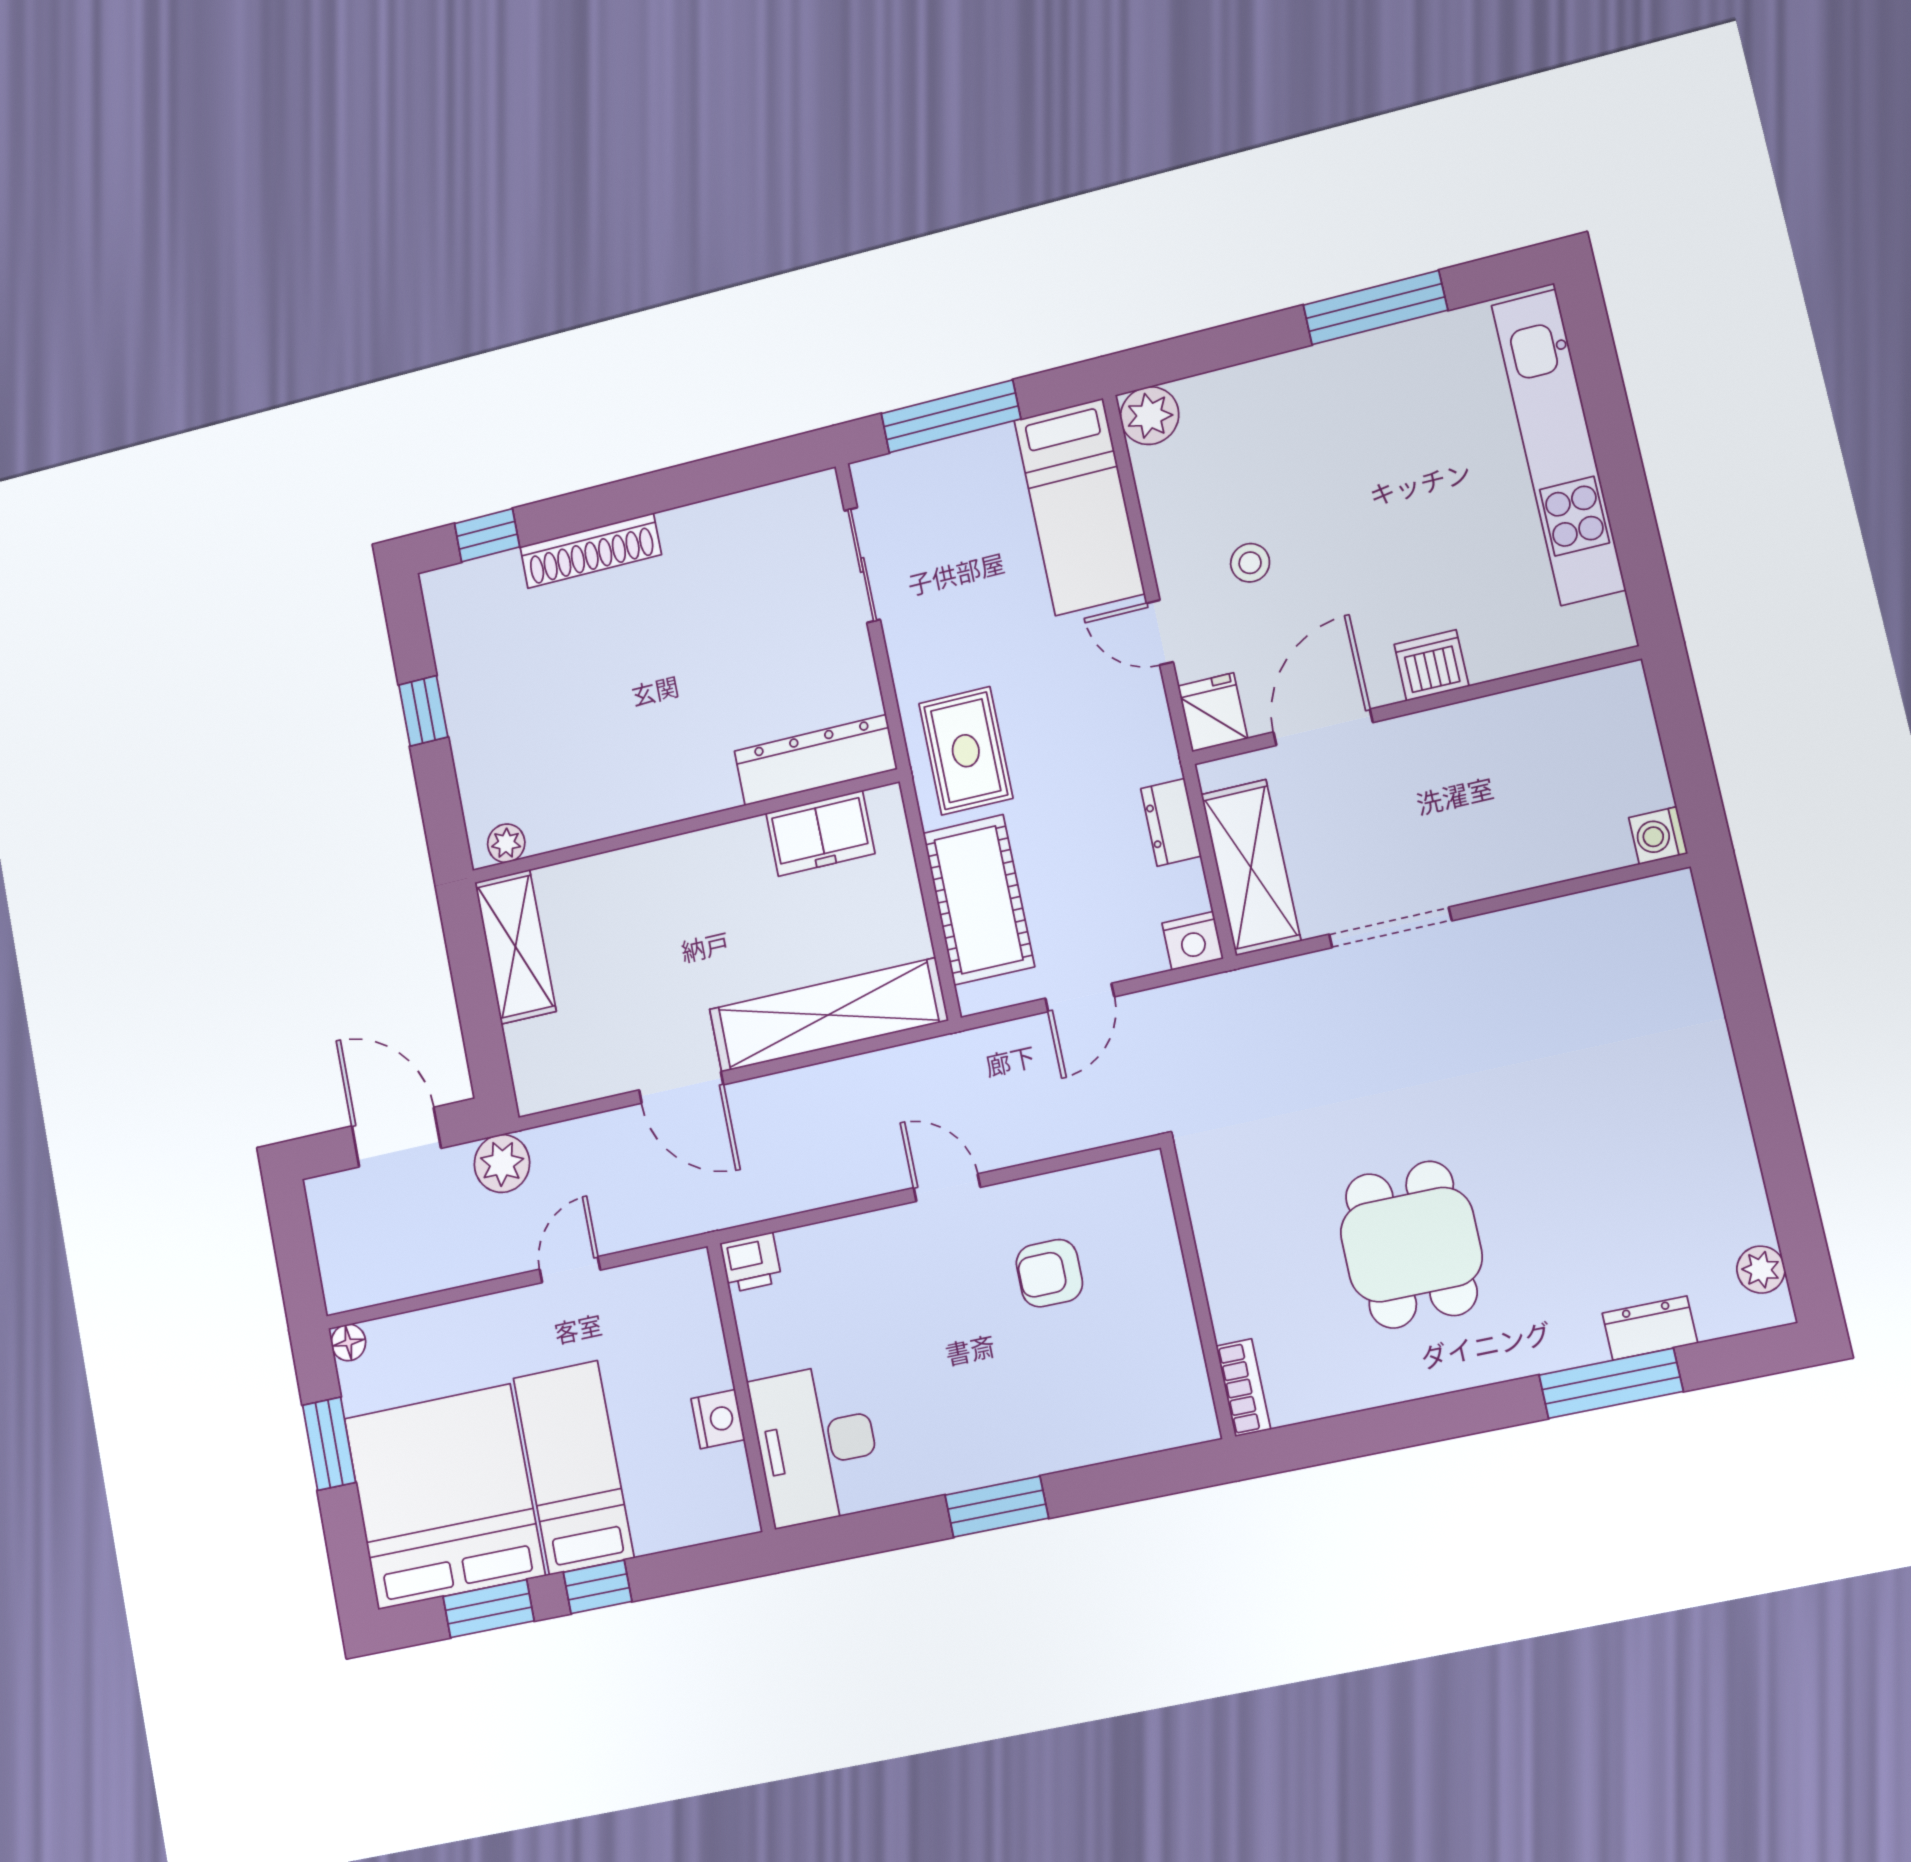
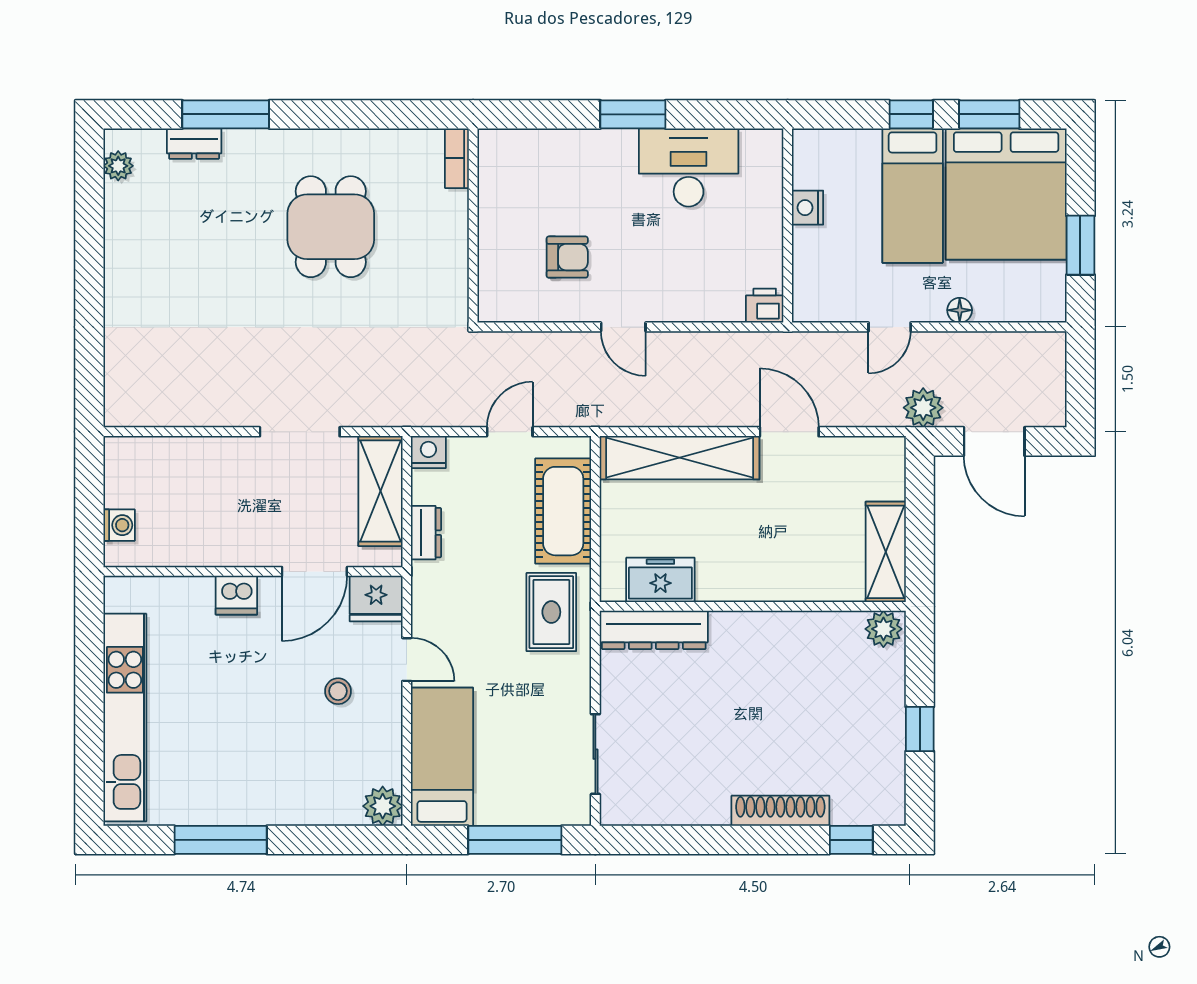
fridge: (1213, 712) -> (376, 598), width x1.38
washing machine: (1658, 836) -> (119, 525), moved
plant: (506, 843) -> (883, 629), width x1.38, depth x1.38
floor lamp: (348, 1343) -> (960, 310), moved
desk: (816, 1444) -> (689, 167), moved, turned -90

